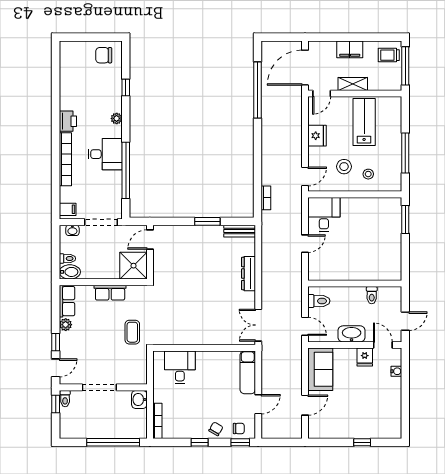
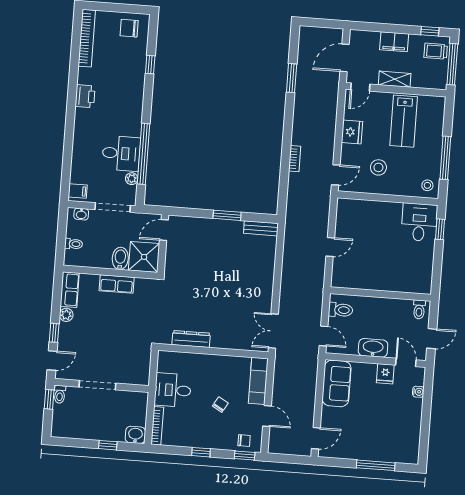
window: (382, 37) -> (430, 31), added
door: (305, 68) -> (344, 58), width x0.73
window: (257, 90) -> (292, 78), width x0.47
plant: (117, 118) -> (132, 179), moved
lab bench: (364, 122) -> (404, 121), turned 180
desk: (105, 154) -> (121, 153), moved
bookcase: (65, 159) -> (87, 38), moved
stool: (368, 174) -> (427, 185), moved
bookcase: (266, 198) -> (295, 159), moved
desk: (324, 214) -> (419, 222), moved
window: (405, 219) -> (440, 229), width x0.67
bidet: (70, 272) -> (120, 258), moved, turned -90
dresser: (249, 274) -> (191, 339), moved, turned 90
toilet: (372, 295) -> (419, 310), moved
coffee table: (132, 332) -> (137, 328), removed
desk: (180, 367) -> (173, 390), moved, turned -90
washbasin: (139, 399) -> (135, 435), moved, turned 90
door: (258, 404) -> (267, 416), hinge flipped
door: (305, 405) -> (316, 438), moved
chair: (216, 429) -> (220, 405), moved
window: (113, 442) -> (108, 445), width x0.32
window: (362, 442) -> (376, 465), width x2.17

